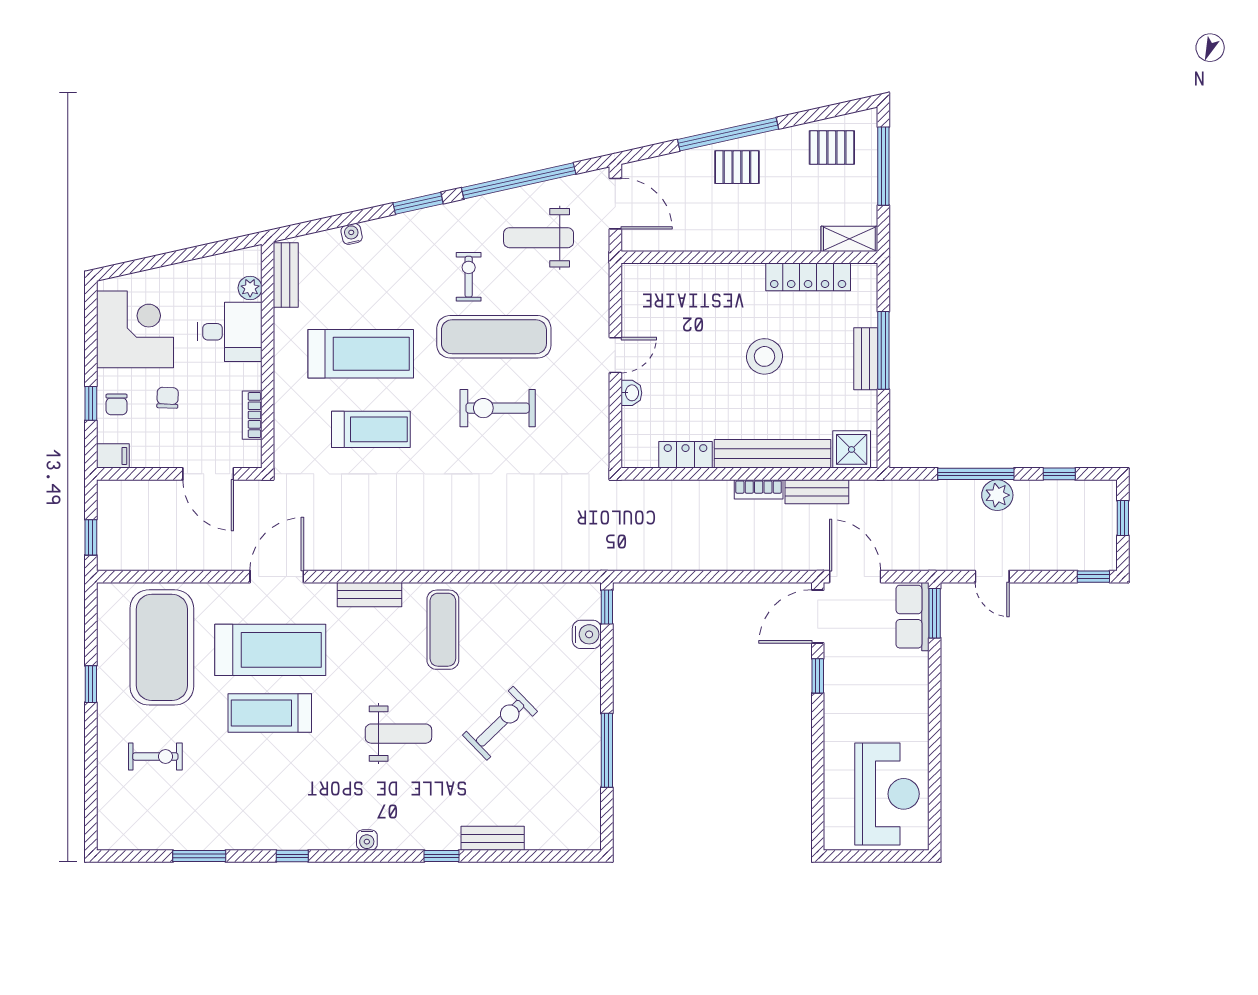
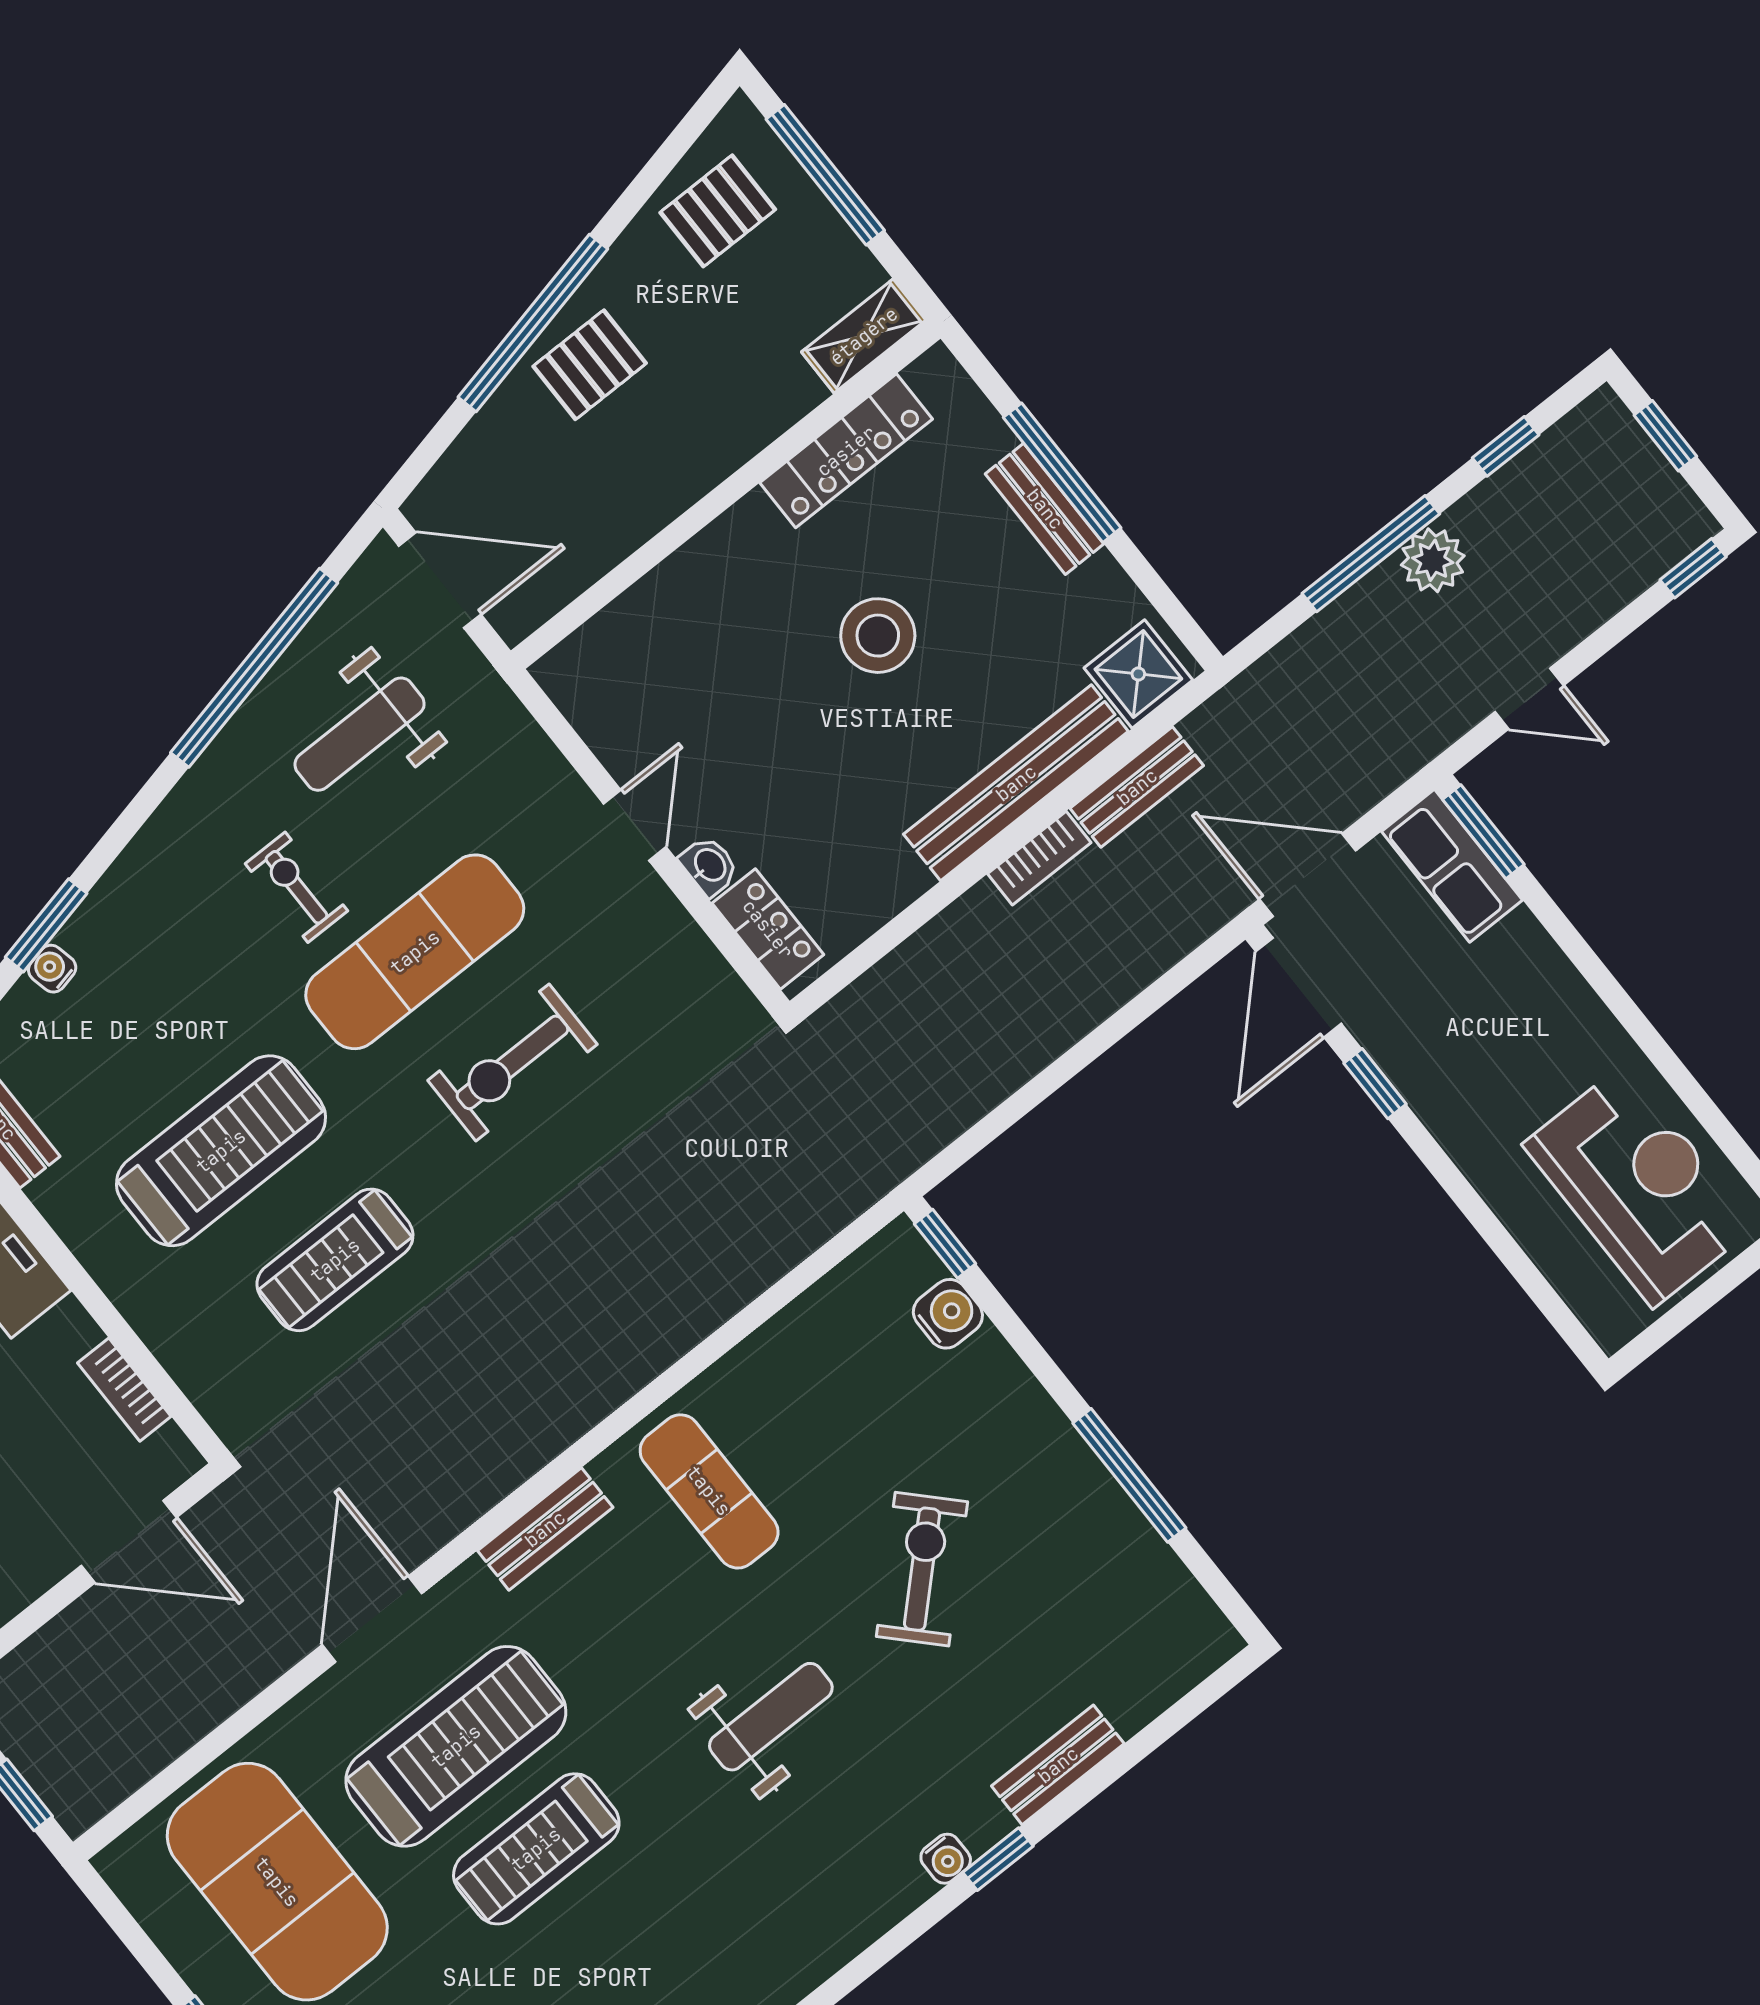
window: (418, 203) -> (46, 925), moved
treadmill: (371, 429) -> (335, 1260), turned 180
locker: (685, 455) -> (768, 929), moved, turned 90
water cooler: (367, 840) -> (946, 1859), moved

